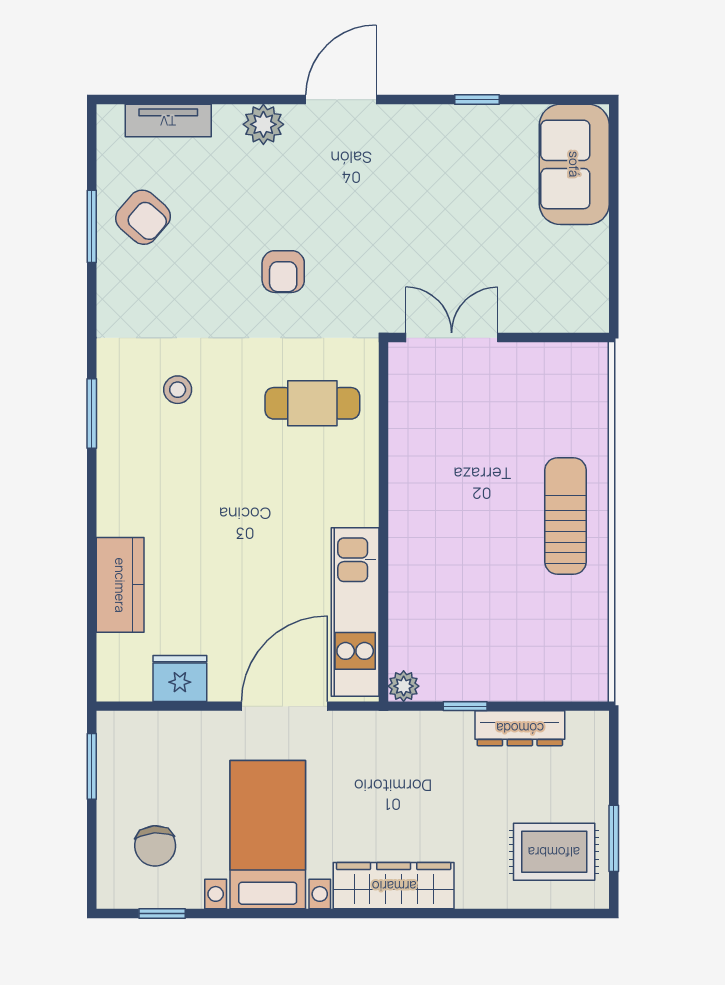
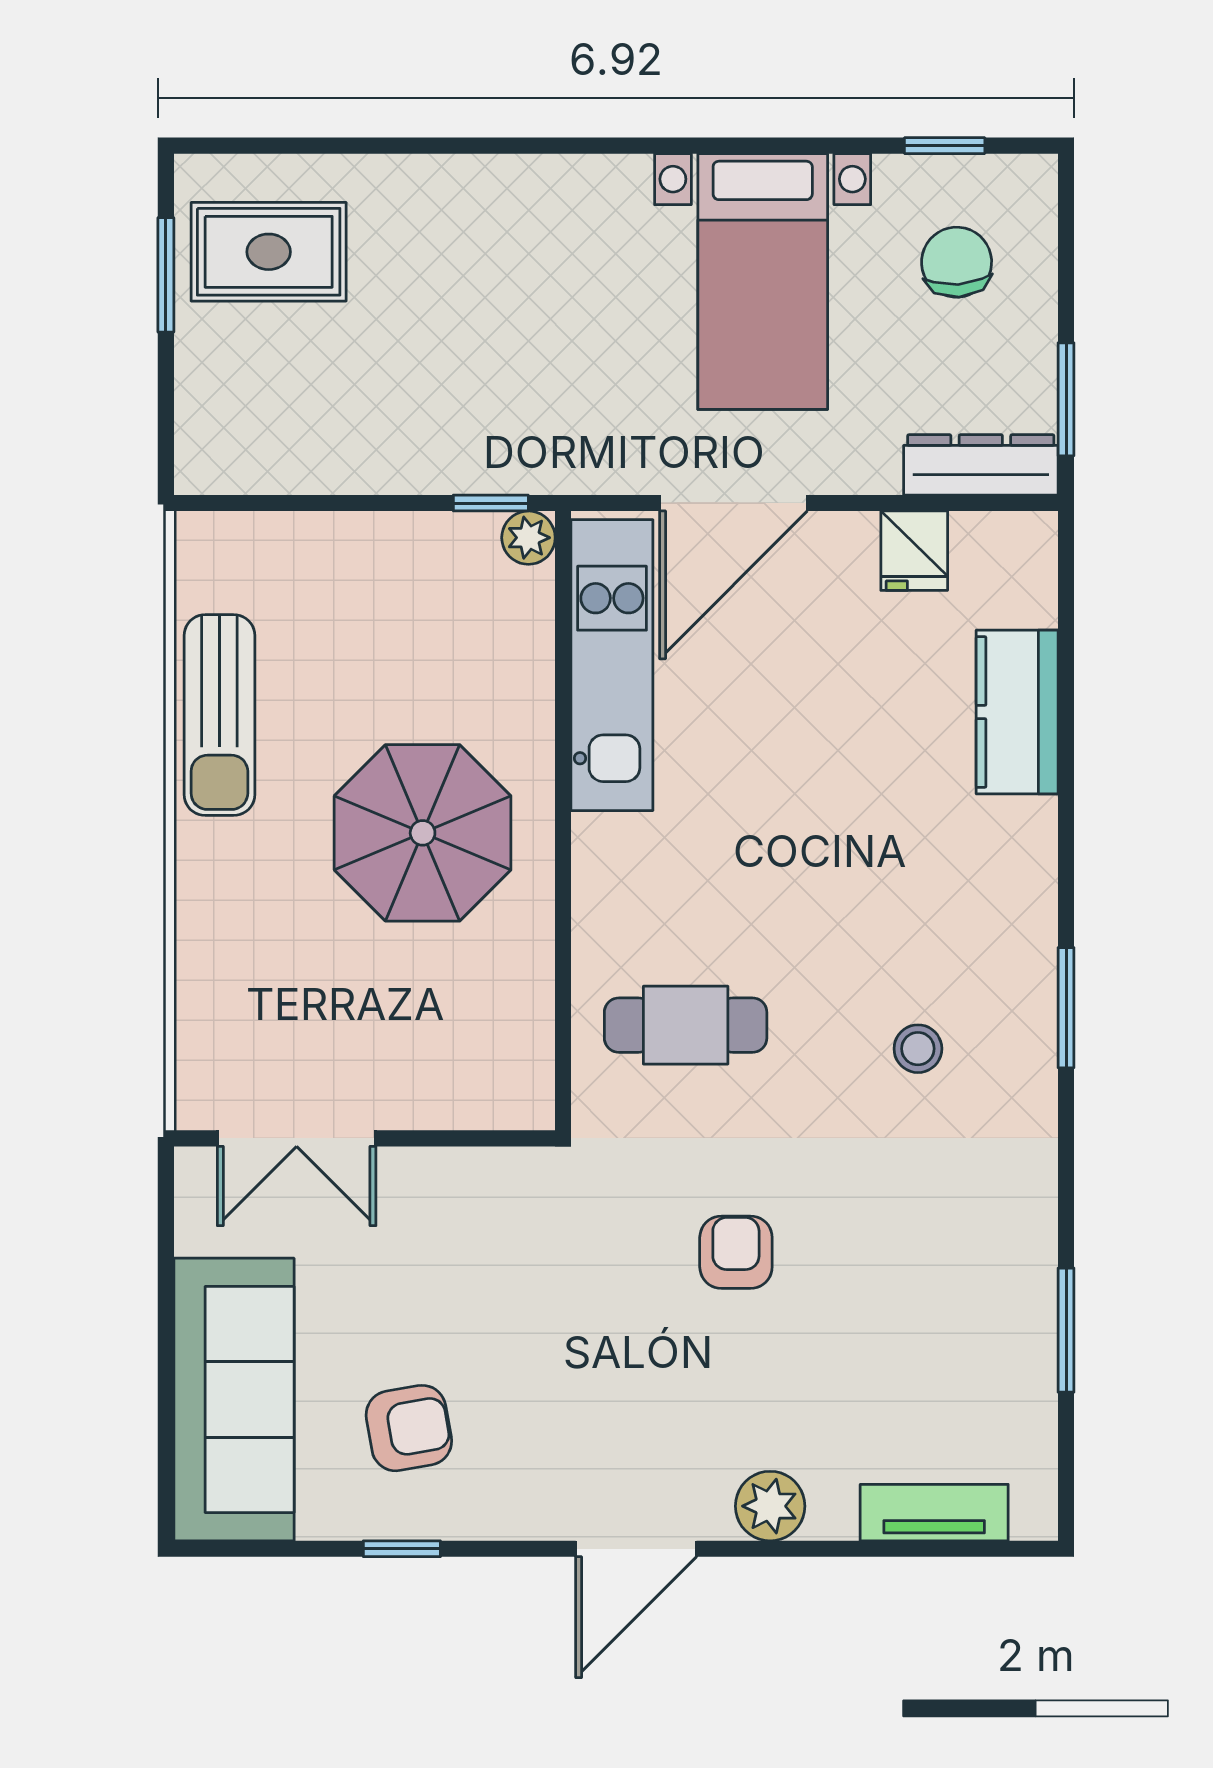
sofa: (574, 164) -> (234, 1399), width x1.36
armchair: (143, 217) -> (409, 1428), moved, turned 129
double door: (452, 338) -> (297, 1138), moved
parasol: (465, 515) -> (423, 833), added
sun lounger: (565, 516) -> (219, 715), moved
fridge: (180, 678) -> (914, 551), width x0.72
window: (465, 706) -> (491, 503), moved
dresser: (520, 728) -> (981, 465), moved
wardrobe: (394, 886) -> (546, 194), removed

